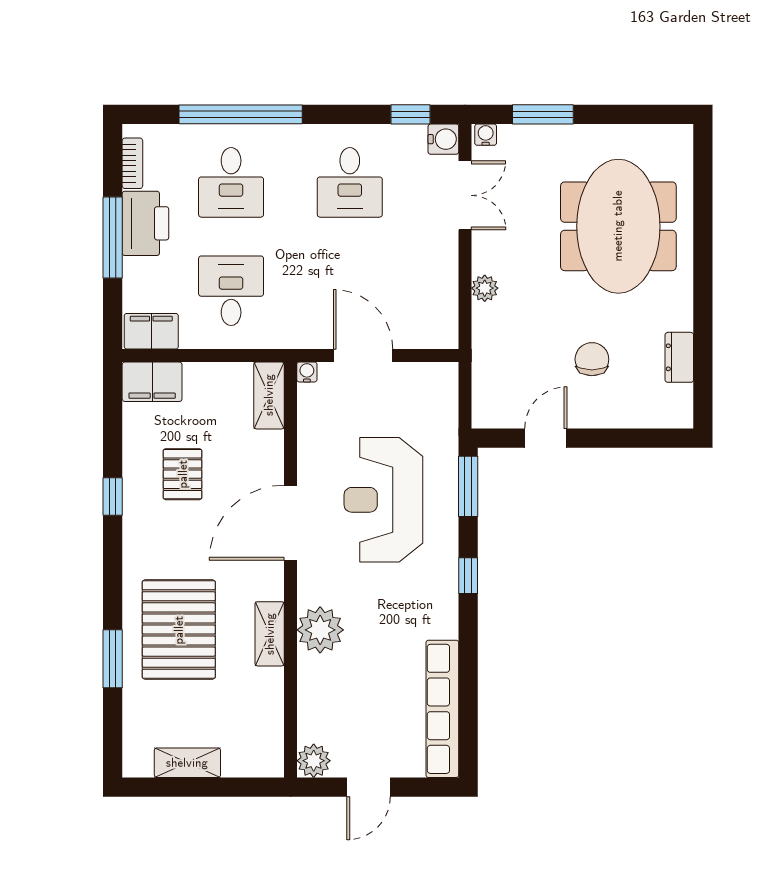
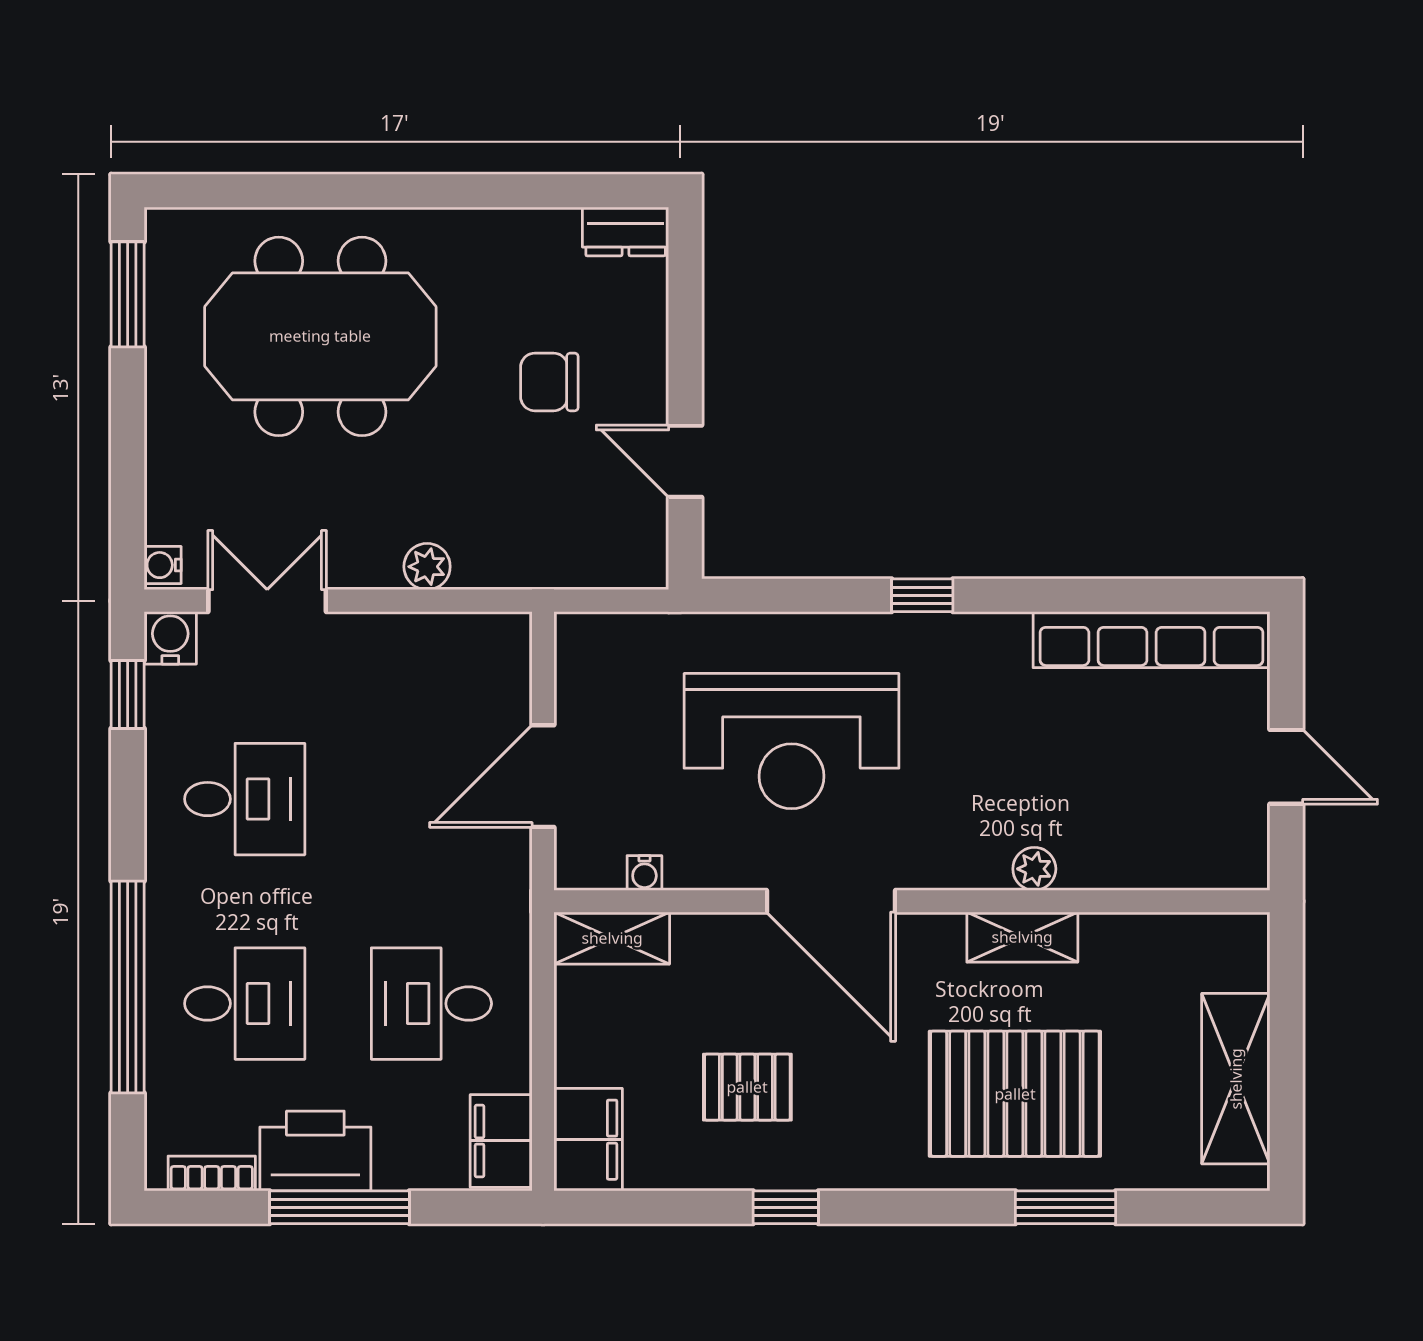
window: (543, 114) -> (128, 294), moved
dresser: (679, 357) -> (626, 231), moved
water cooler: (307, 372) -> (644, 873), moved, turned -90
window: (468, 486) -> (768, 595), removed
plant: (320, 630) -> (1034, 869), width x0.53, depth x0.53
plant: (314, 761) -> (1241, 861), removed
shelving: (187, 763) -> (1236, 1079), width x1.50, depth x1.33

